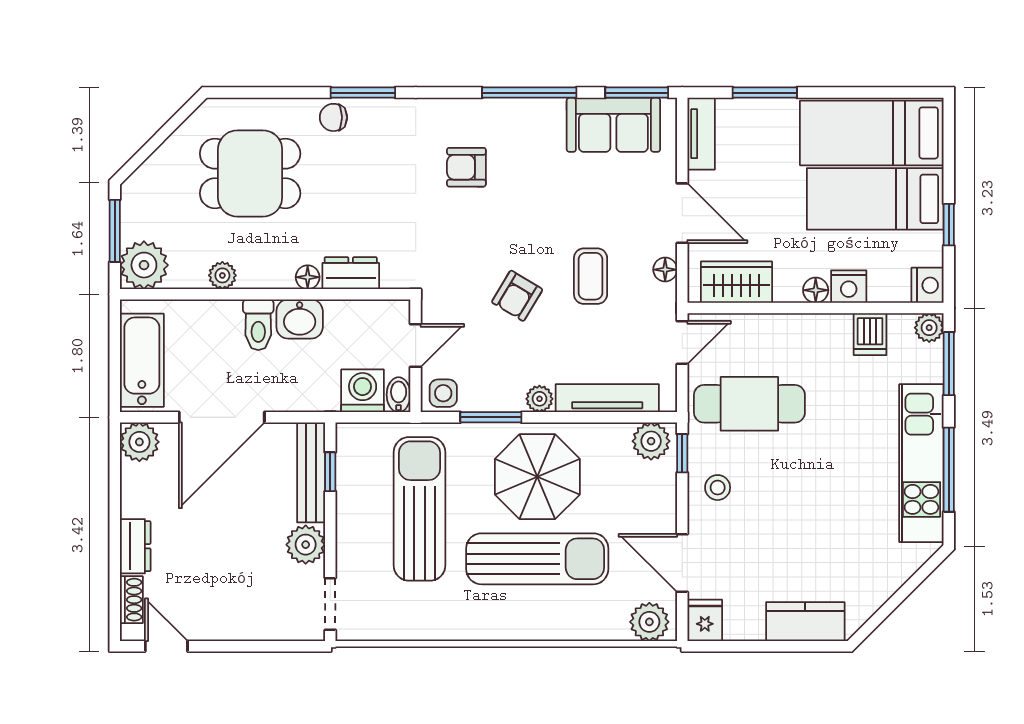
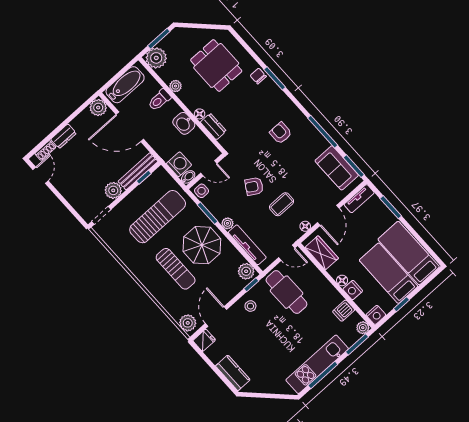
toilet: (258, 325) -> (159, 100), moved
sun lounger: (537, 559) -> (176, 269), width x0.73, depth x0.75

